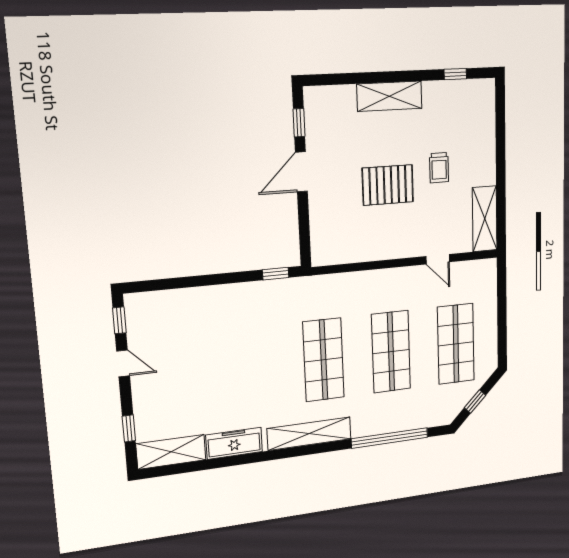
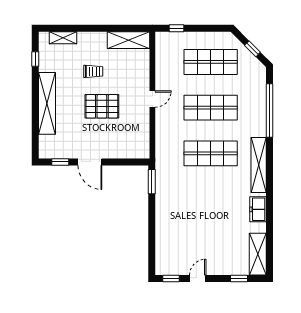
shelving: (389, 96) -> (47, 103), width x1.47
shelving: (487, 117) -> (63, 38), added
pallet: (388, 185) -> (102, 106), turned 90
door: (438, 259) -> (152, 99), moved
window: (276, 274) -> (152, 182), width x1.50
window: (502, 289) -> (176, 28), added
freezer: (234, 443) -> (258, 209), width x0.71

